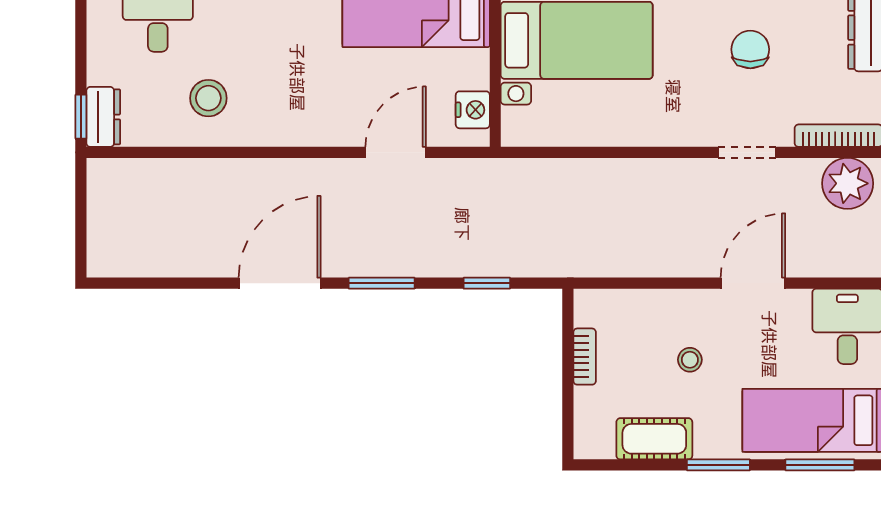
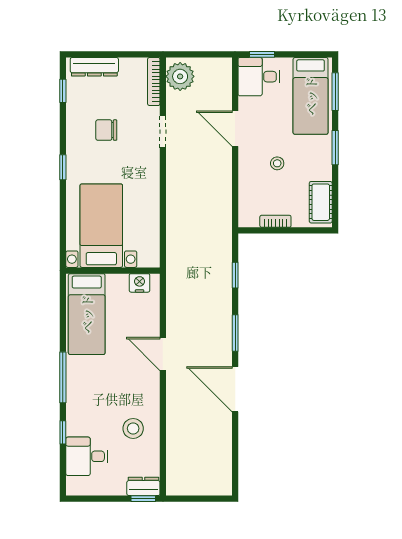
door: (396, 152) -> (163, 354), moved
cot: (654, 439) -> (321, 202), moved

